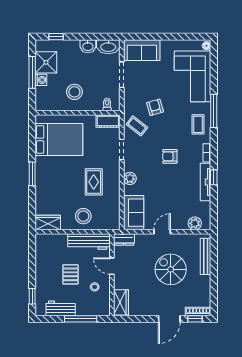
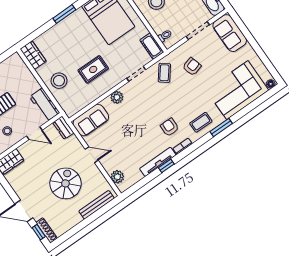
armchair: (155, 107) -> (192, 67), moved
window: (214, 111) -> (221, 127), width x0.69
armchair: (170, 156) -> (170, 127), moved
workbench: (89, 242) -> (45, 105), width x0.73
door: (112, 266) -> (34, 133), swing flipped

